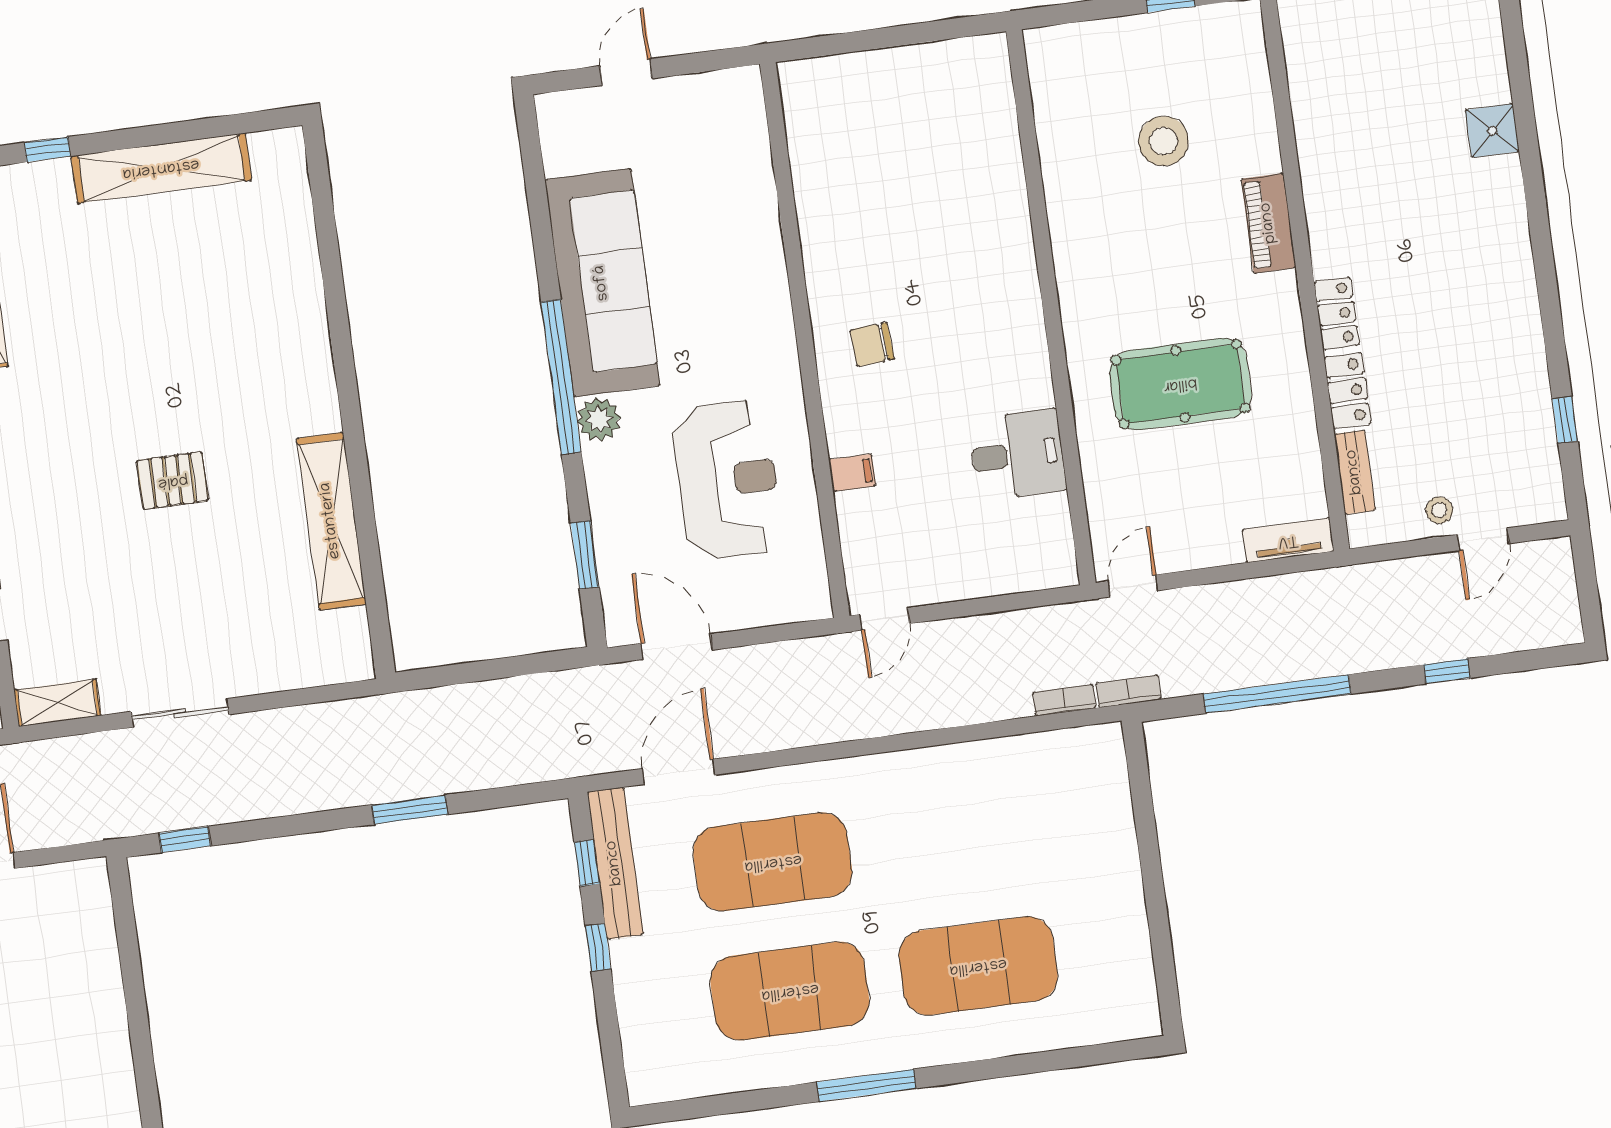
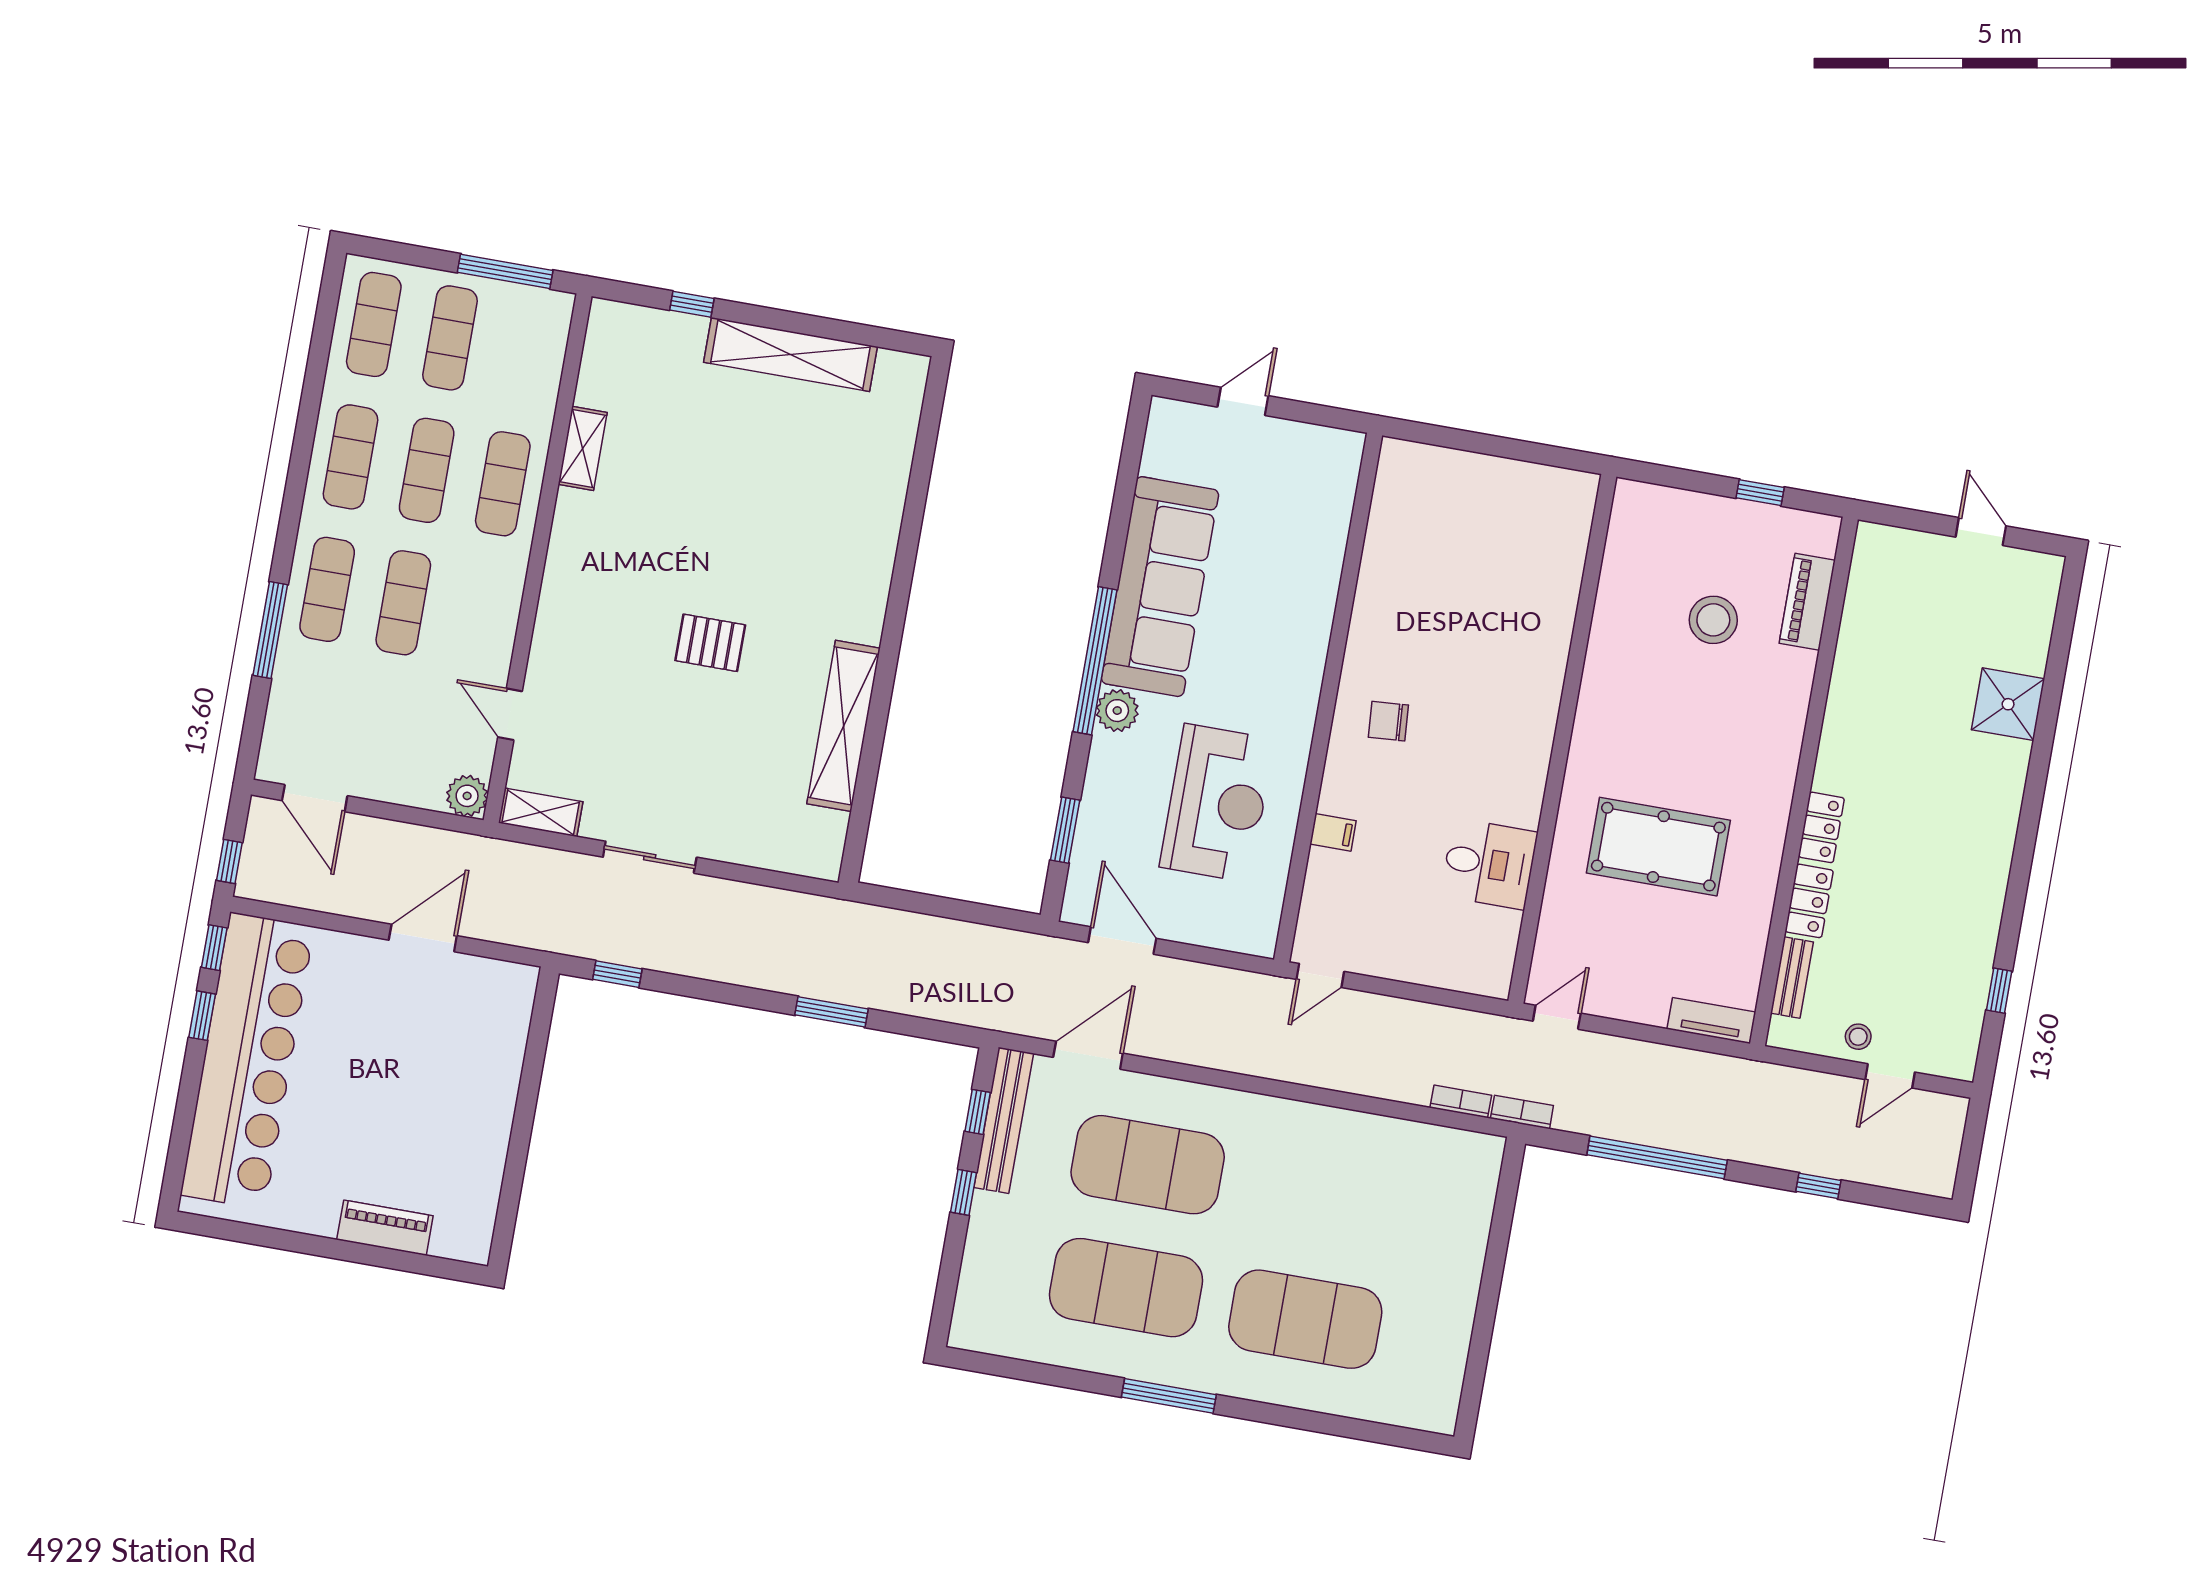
shower: (1492, 131) -> (2008, 704), width x1.36, depth x1.36
piano: (1269, 223) -> (1807, 602), moved

